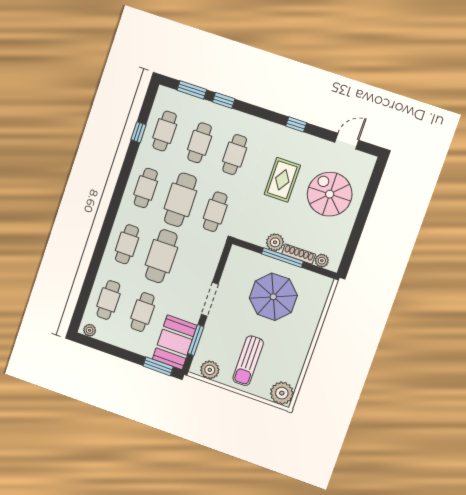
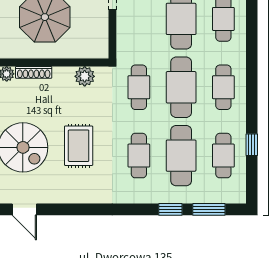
window: (296, 124) -> (84, 209), removed
door: (347, 141) -> (24, 209), hinge flipped
cafe table: (200, 143) -> (181, 156), width x1.37, depth x1.35
plant: (275, 242) -> (85, 76), moved
window: (282, 258) -> (50, 62), removed

